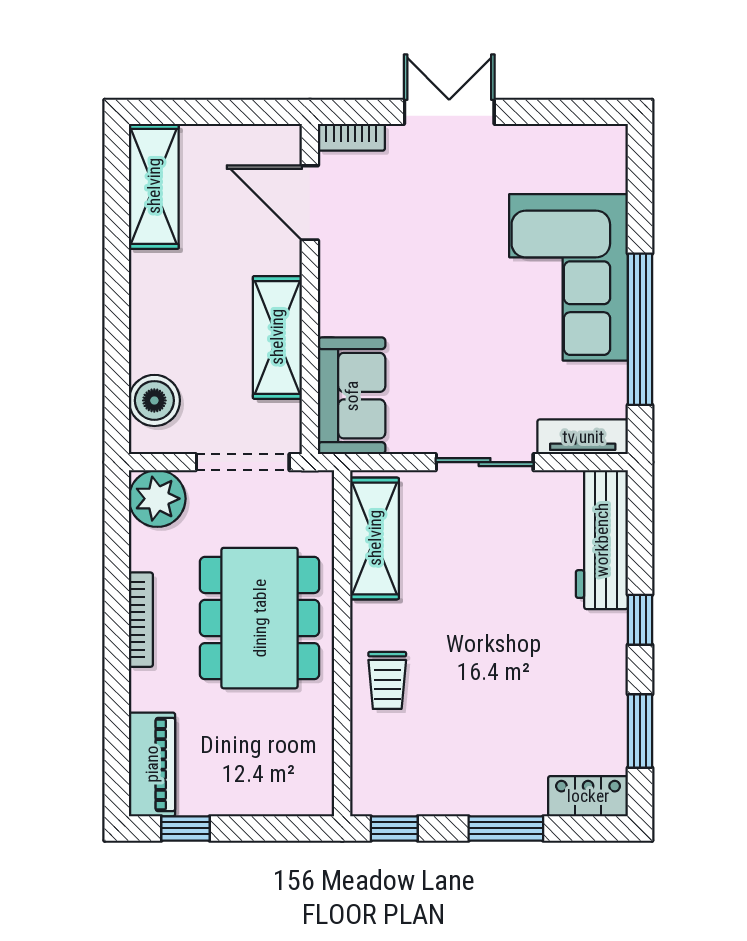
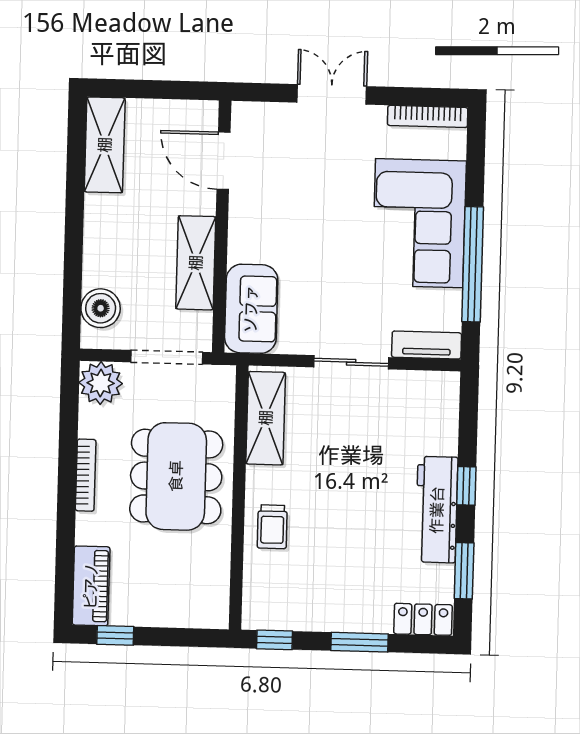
bookcase: (351, 137) -> (428, 116), moved, width x1.56
workbench: (602, 540) -> (437, 510), moved

